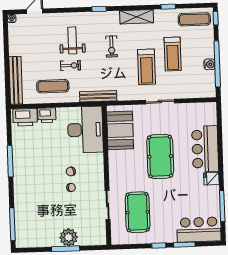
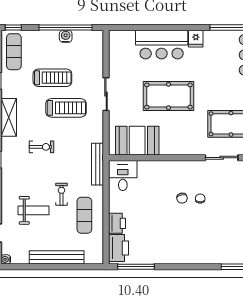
weight bench: (72, 40) -> (34, 210), moved, turned 180
bench: (16, 80) -> (57, 257), moved
desk: (85, 130) -> (123, 176), width x0.53, depth x0.77
window: (10, 161) -> (136, 267), moved

